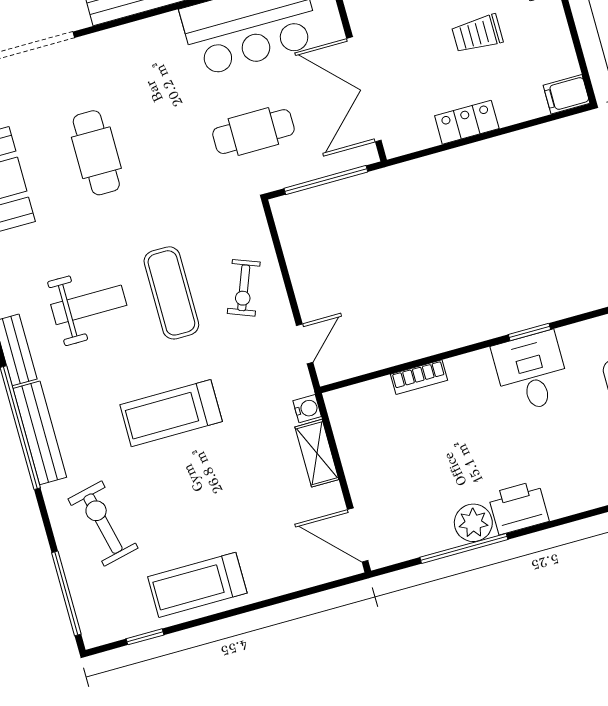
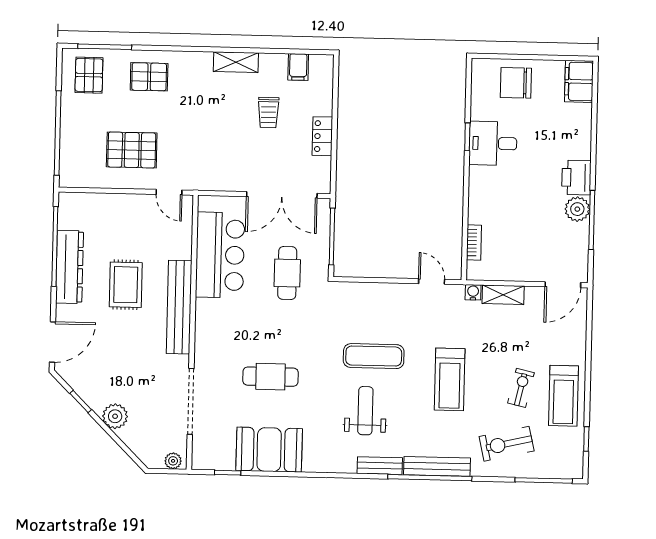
filing cabinet: (567, 94) -> (298, 67), moved
exercise bike: (244, 288) -> (521, 388), moved, turned -98
bookcase: (419, 377) -> (474, 242), moved

